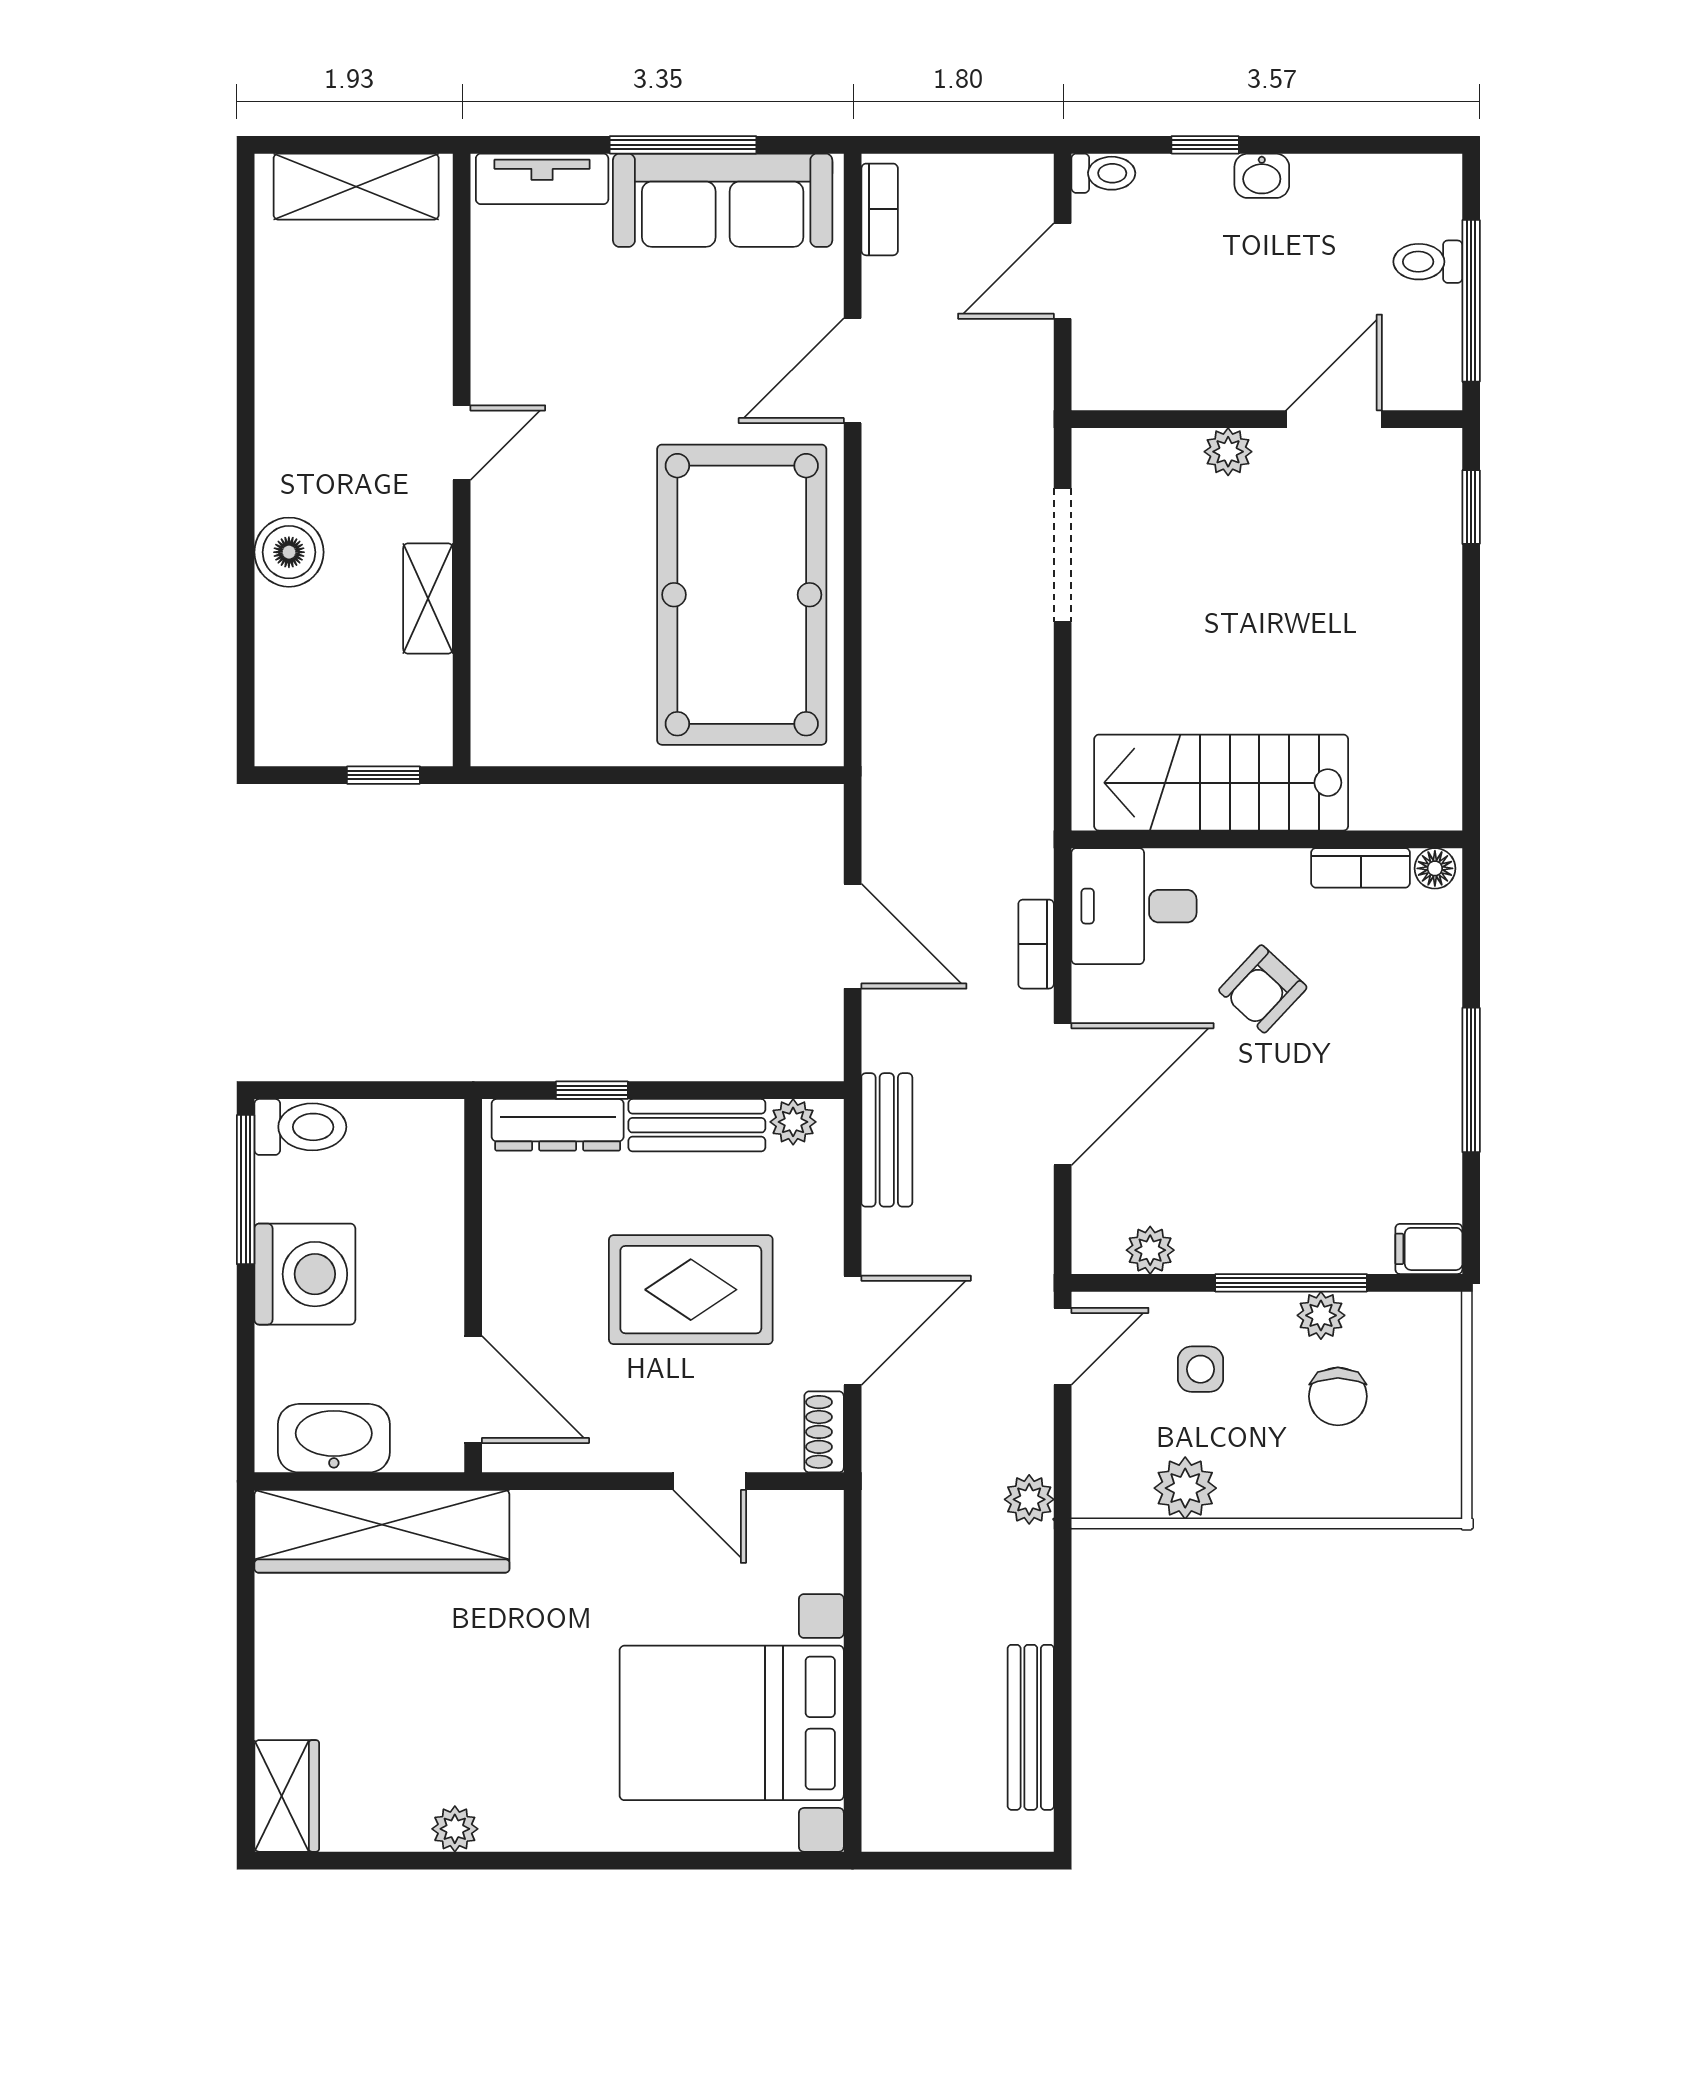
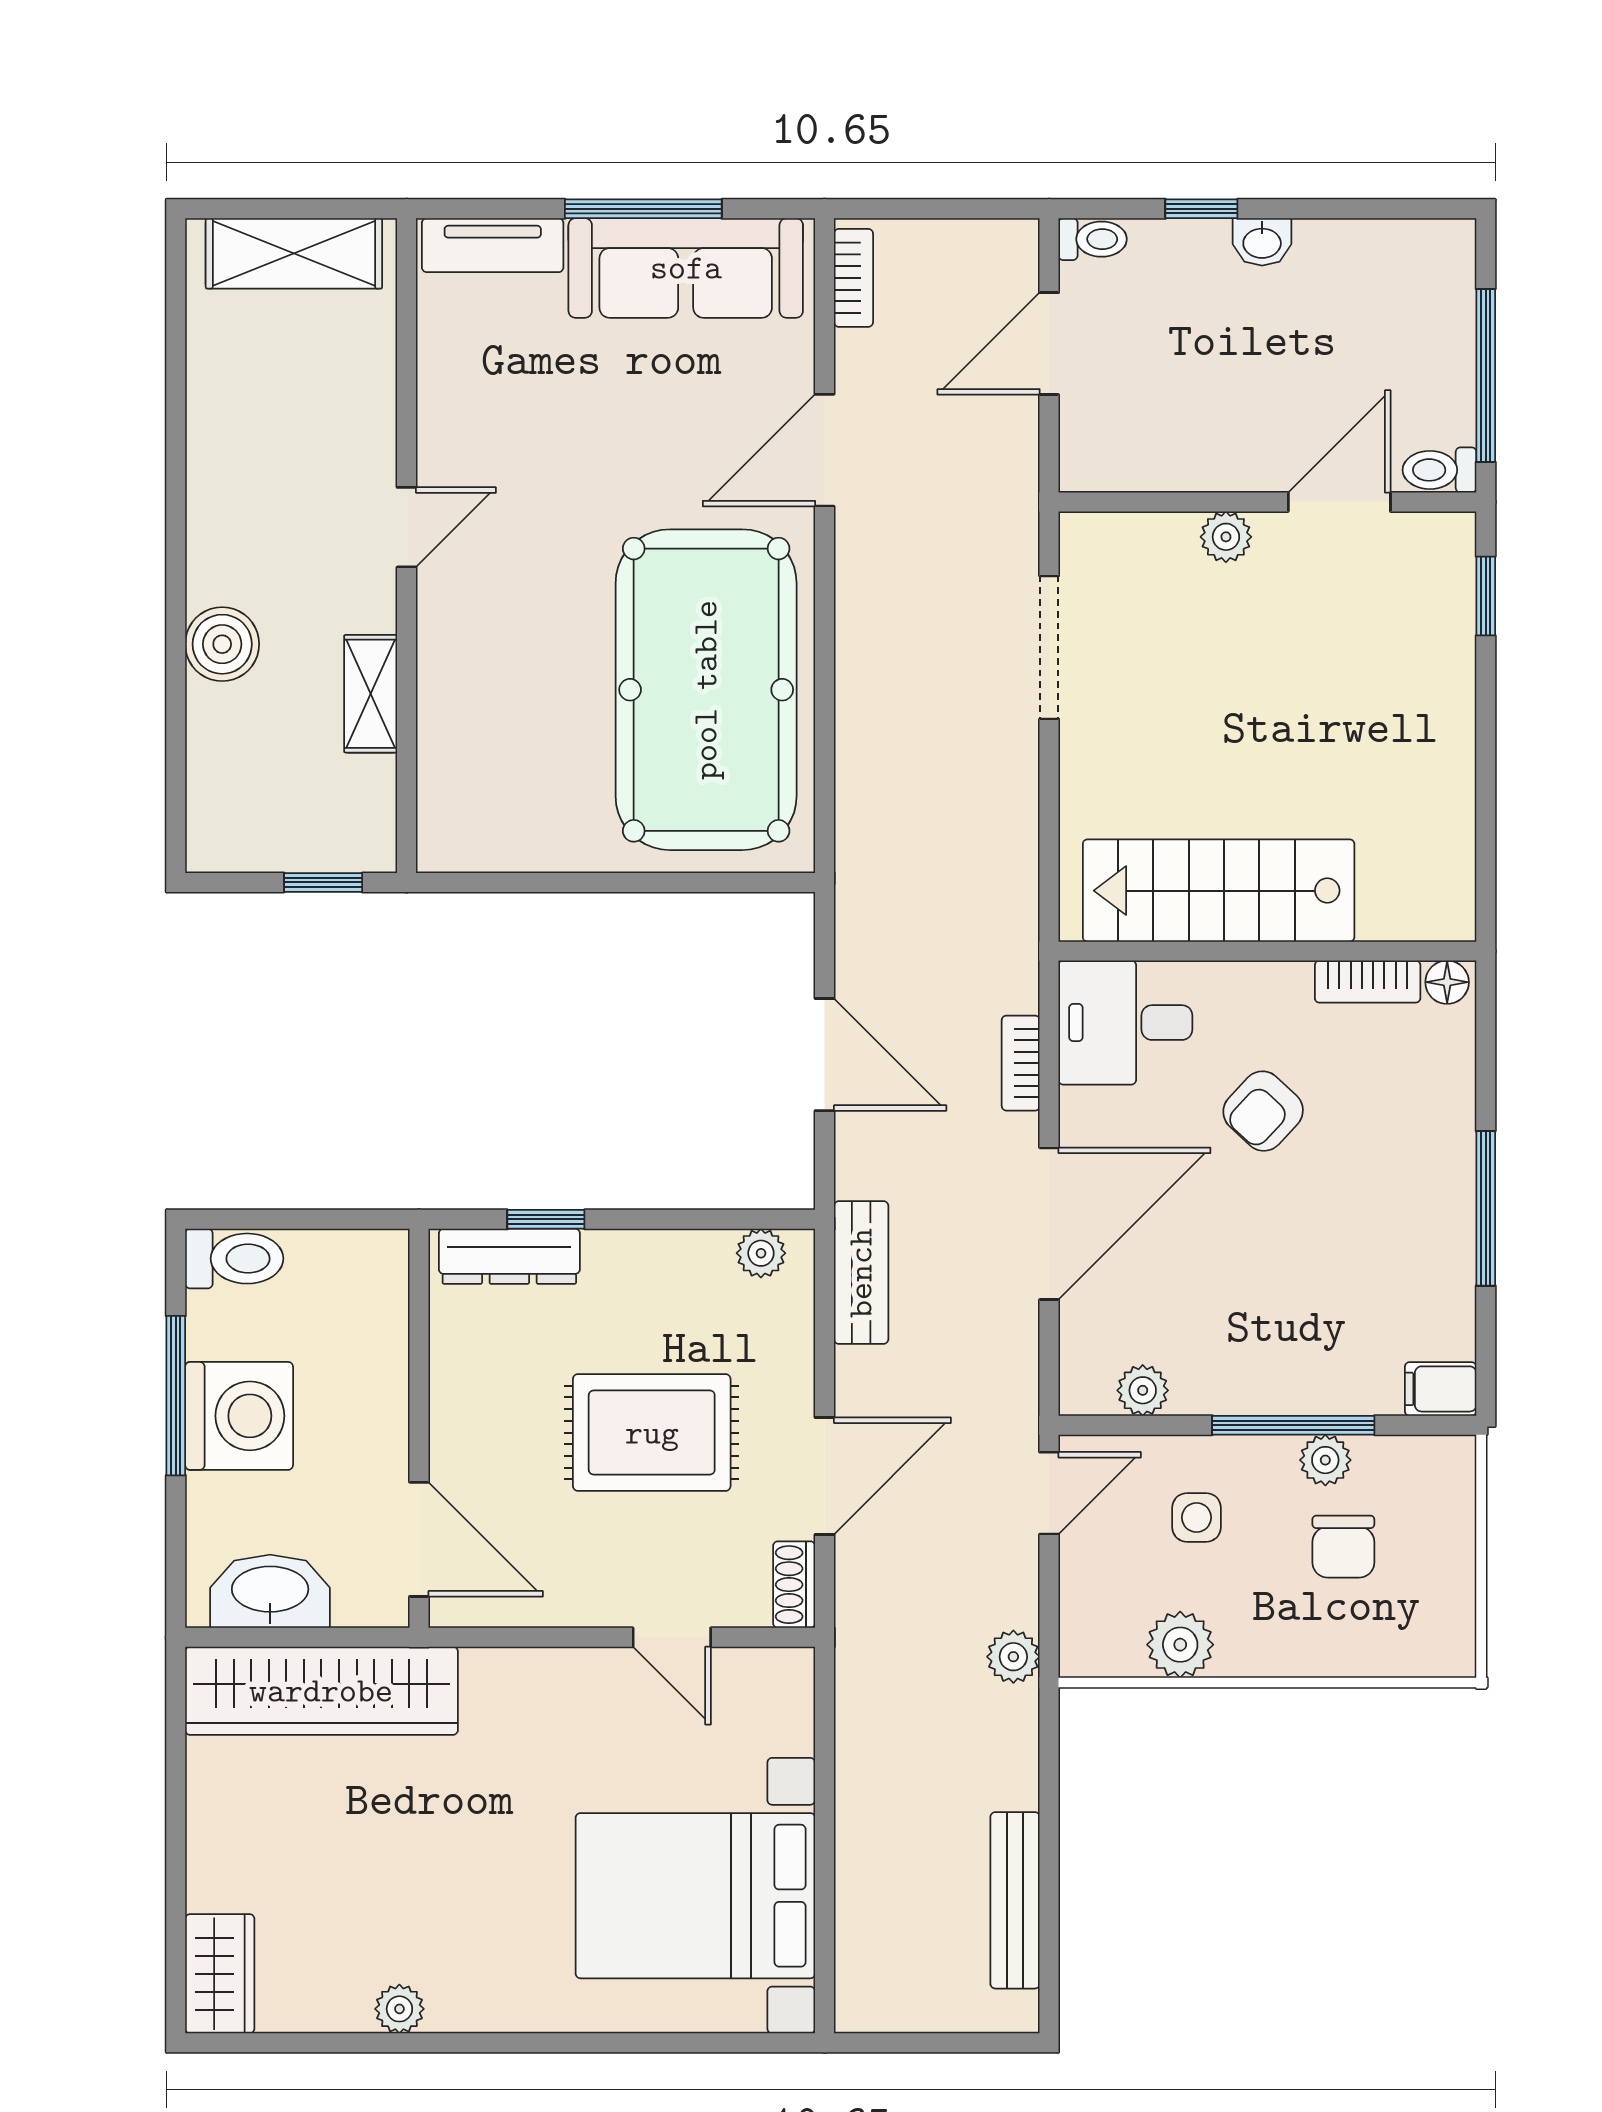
toilet: (1428, 262) -> (1439, 470), moved
bench: (697, 1125) -> (658, 1257), removed
window: (246, 1190) -> (176, 1396), moved

